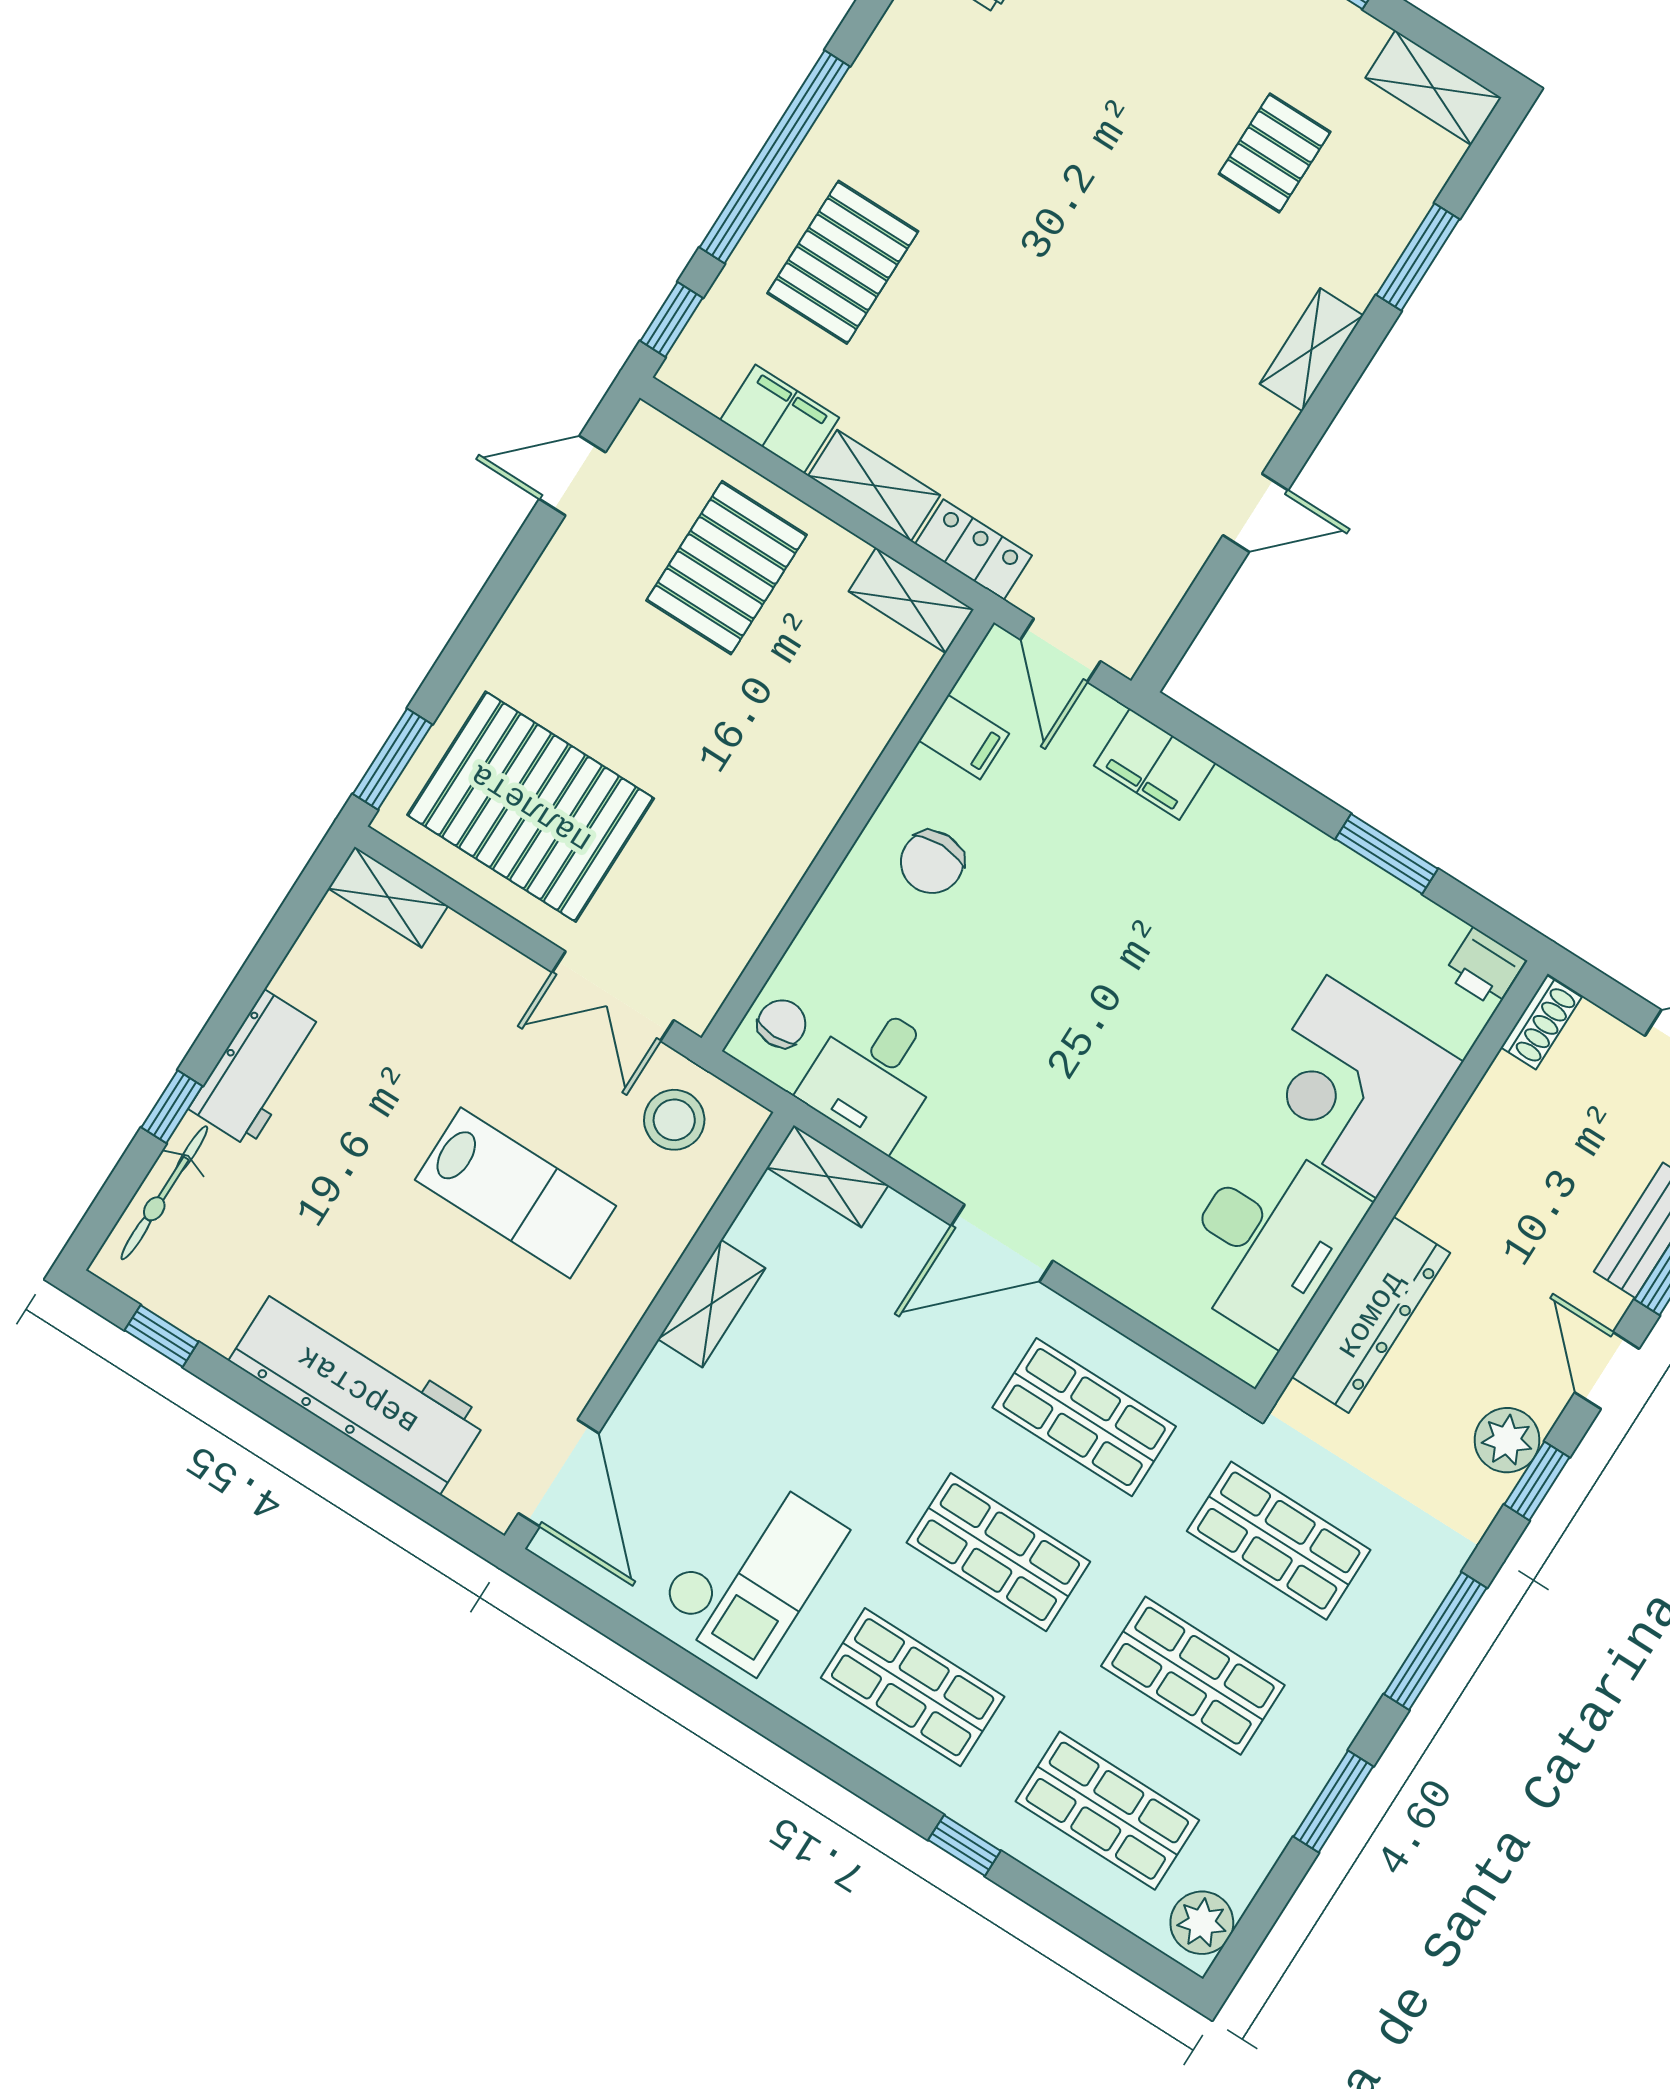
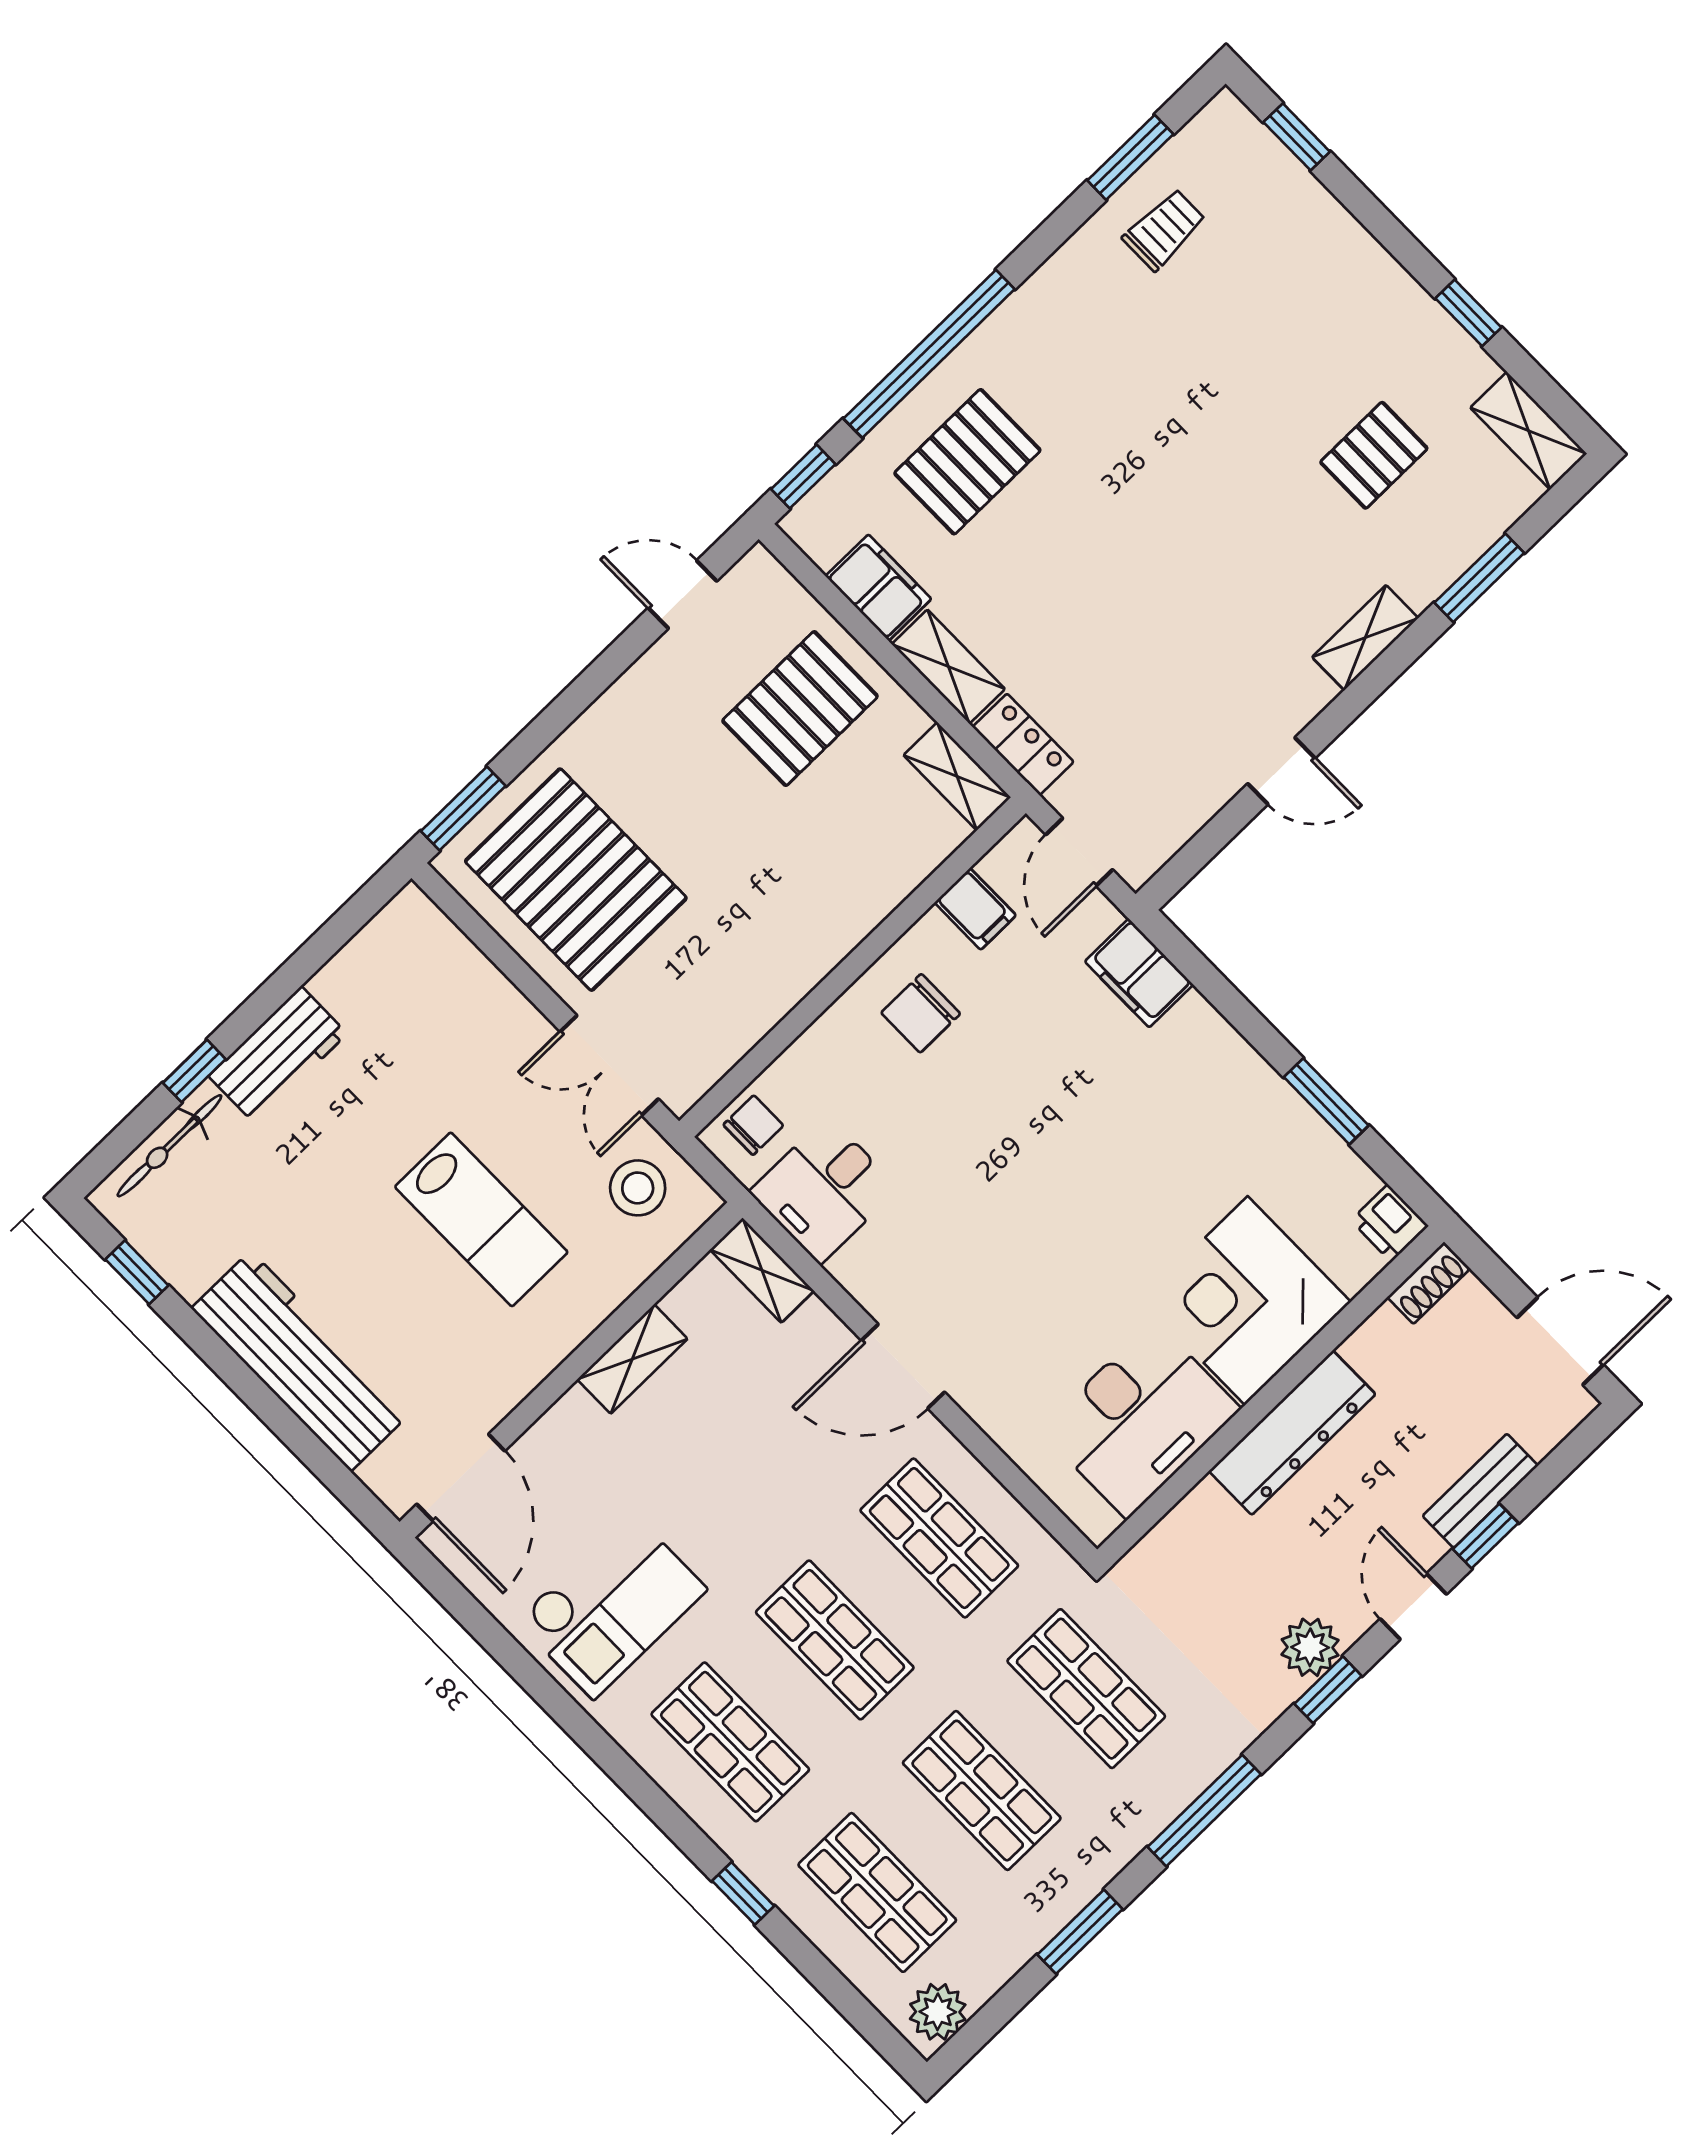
shelving: (388, 897) -> (430, 930), removed
dresser: (1371, 1315) -> (1292, 1433), moved

